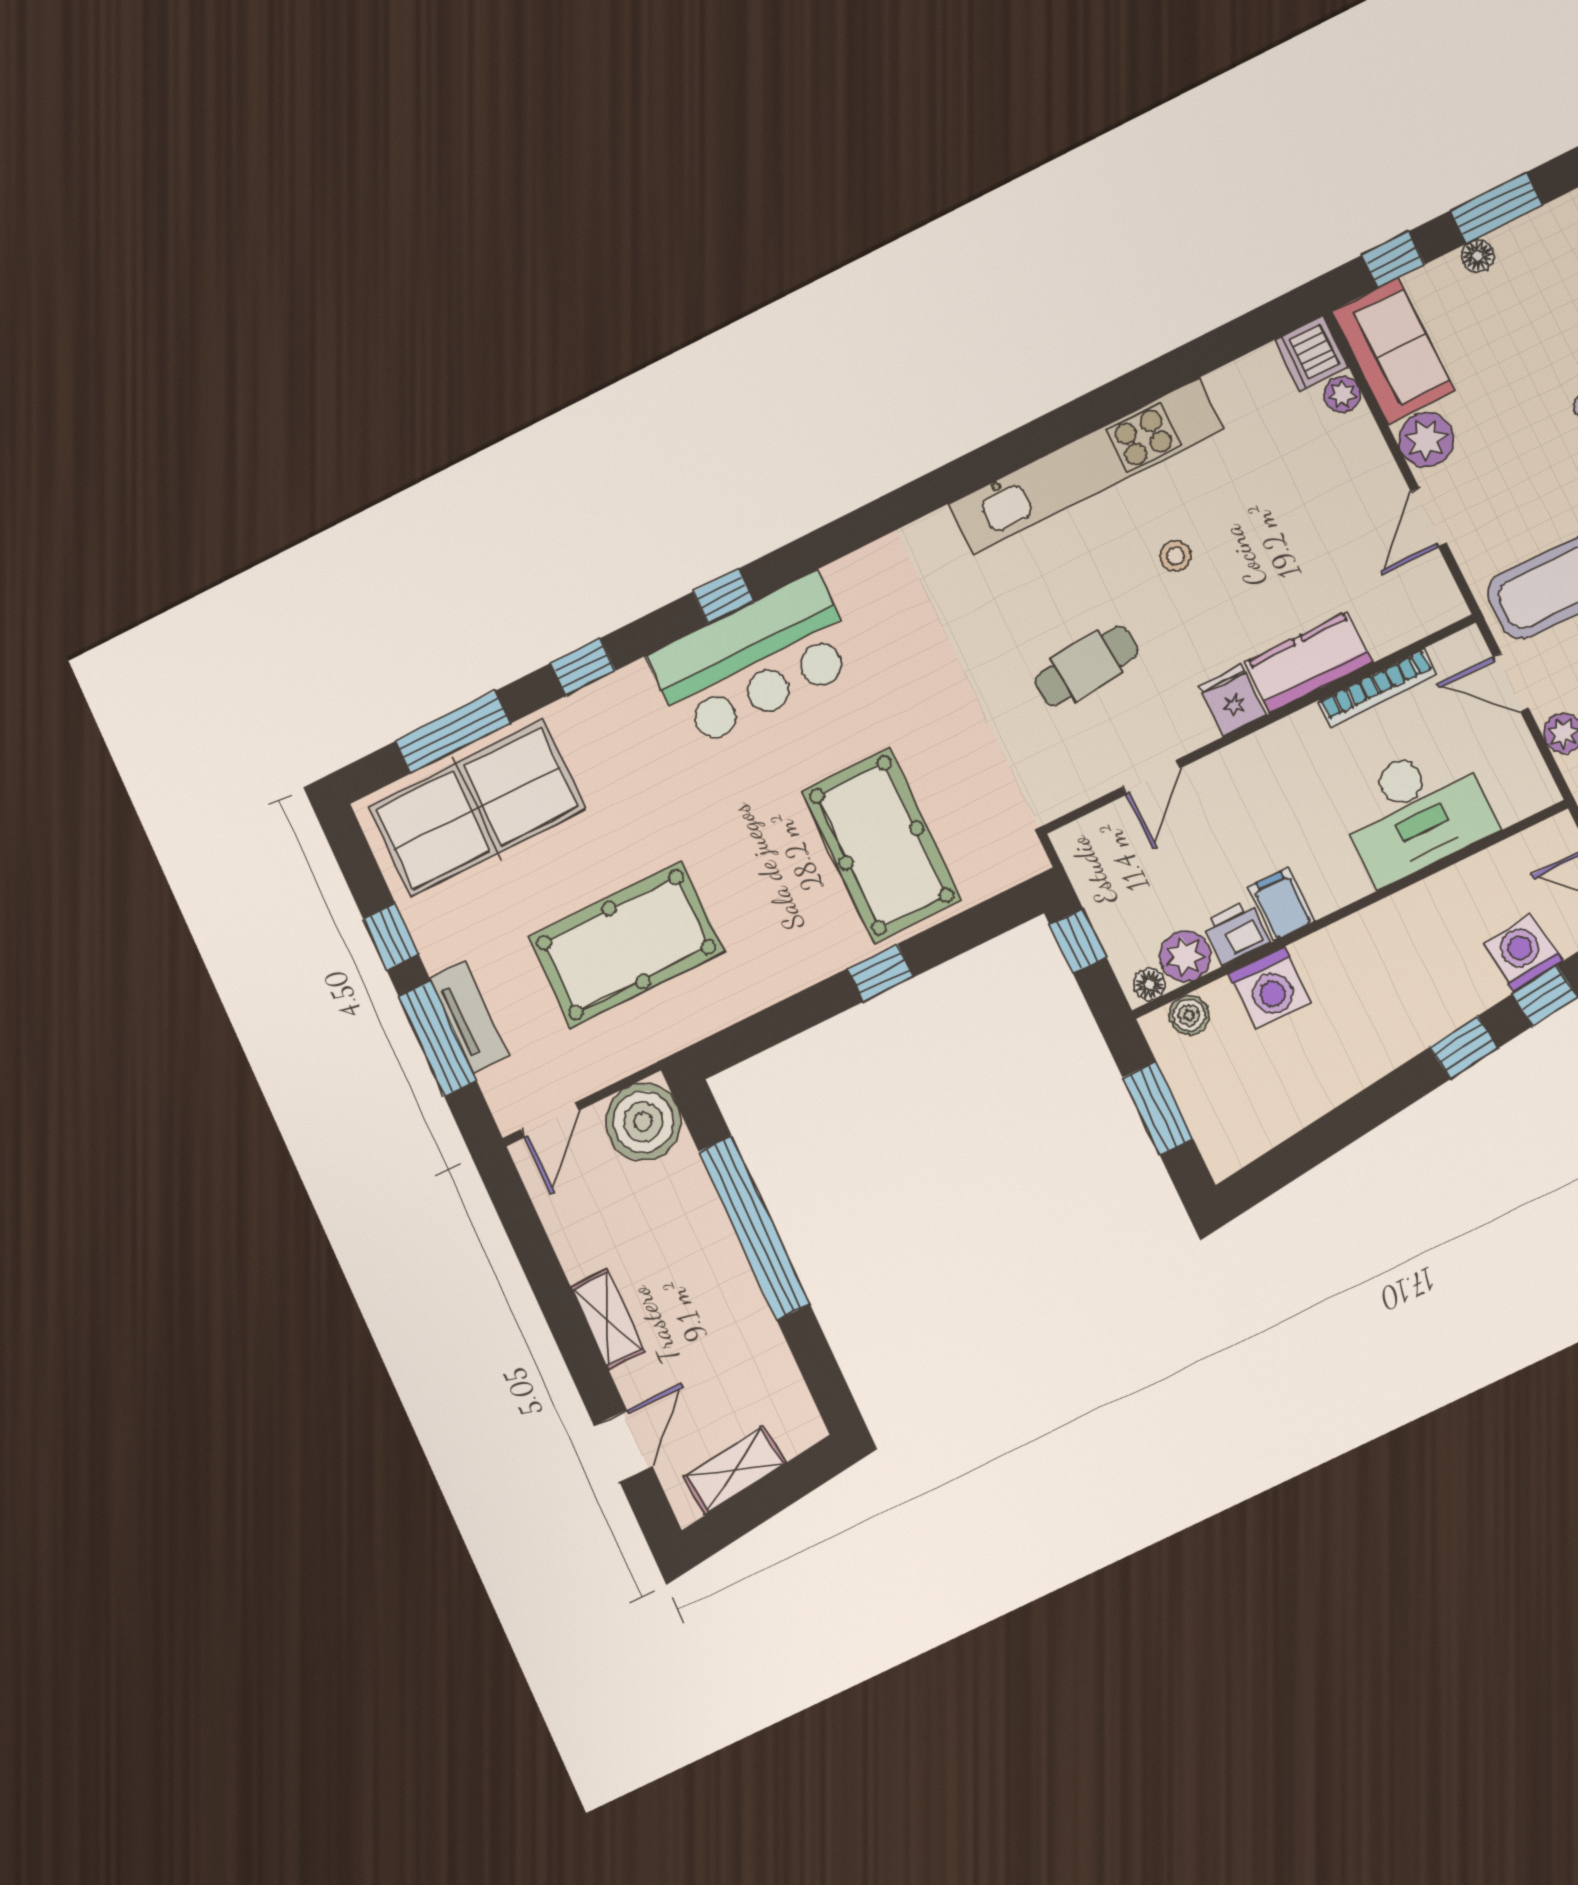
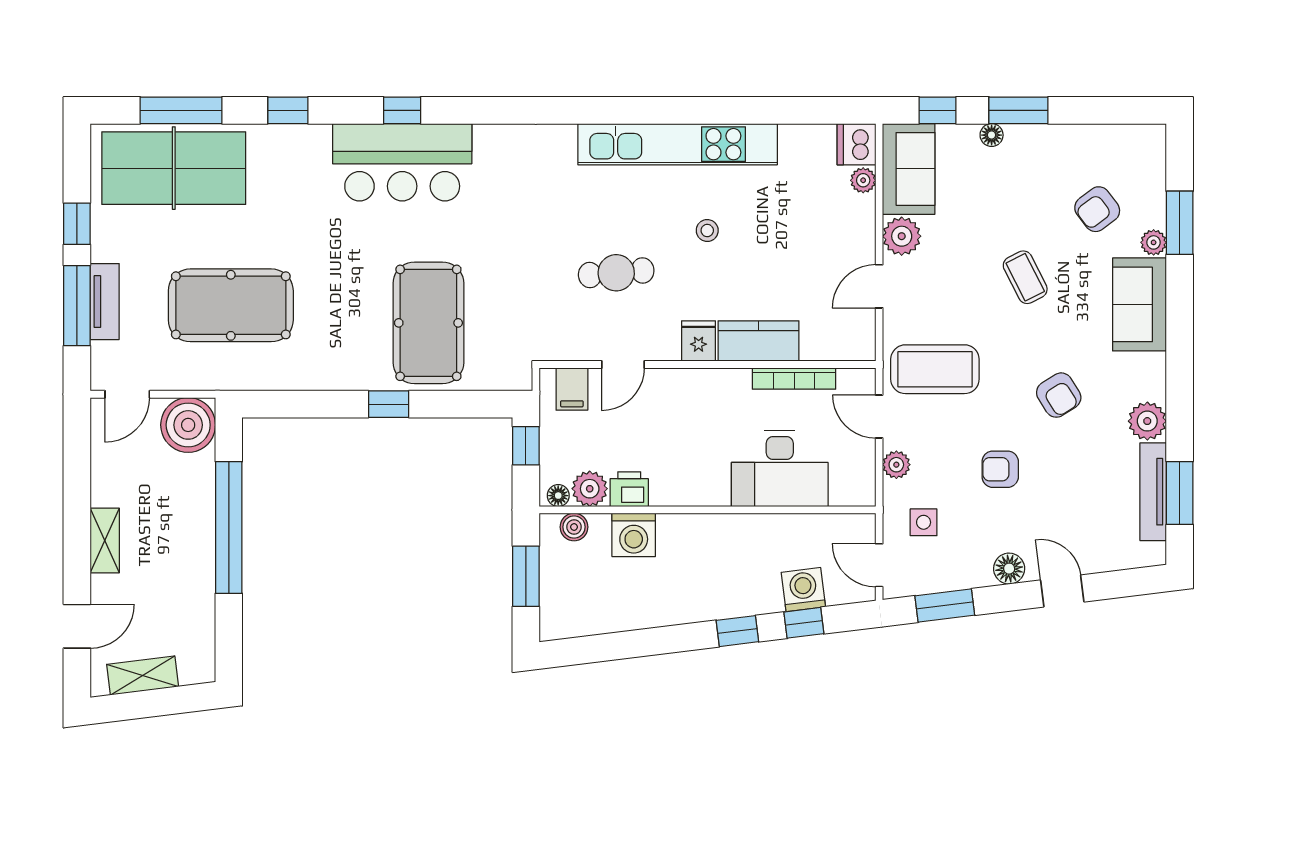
filing cabinet: (1281, 904) -> (572, 389), moved, turned 180

